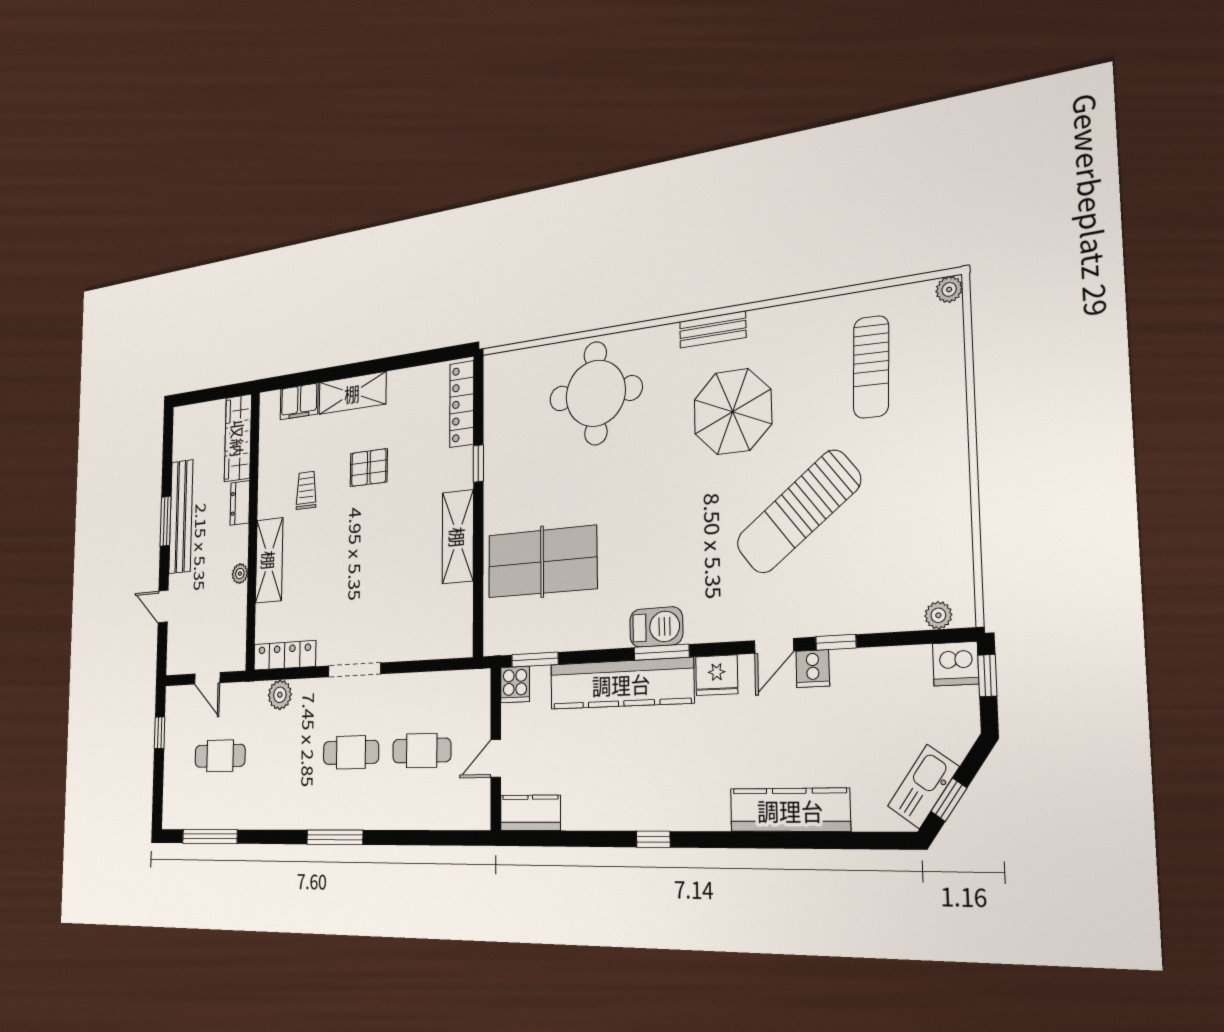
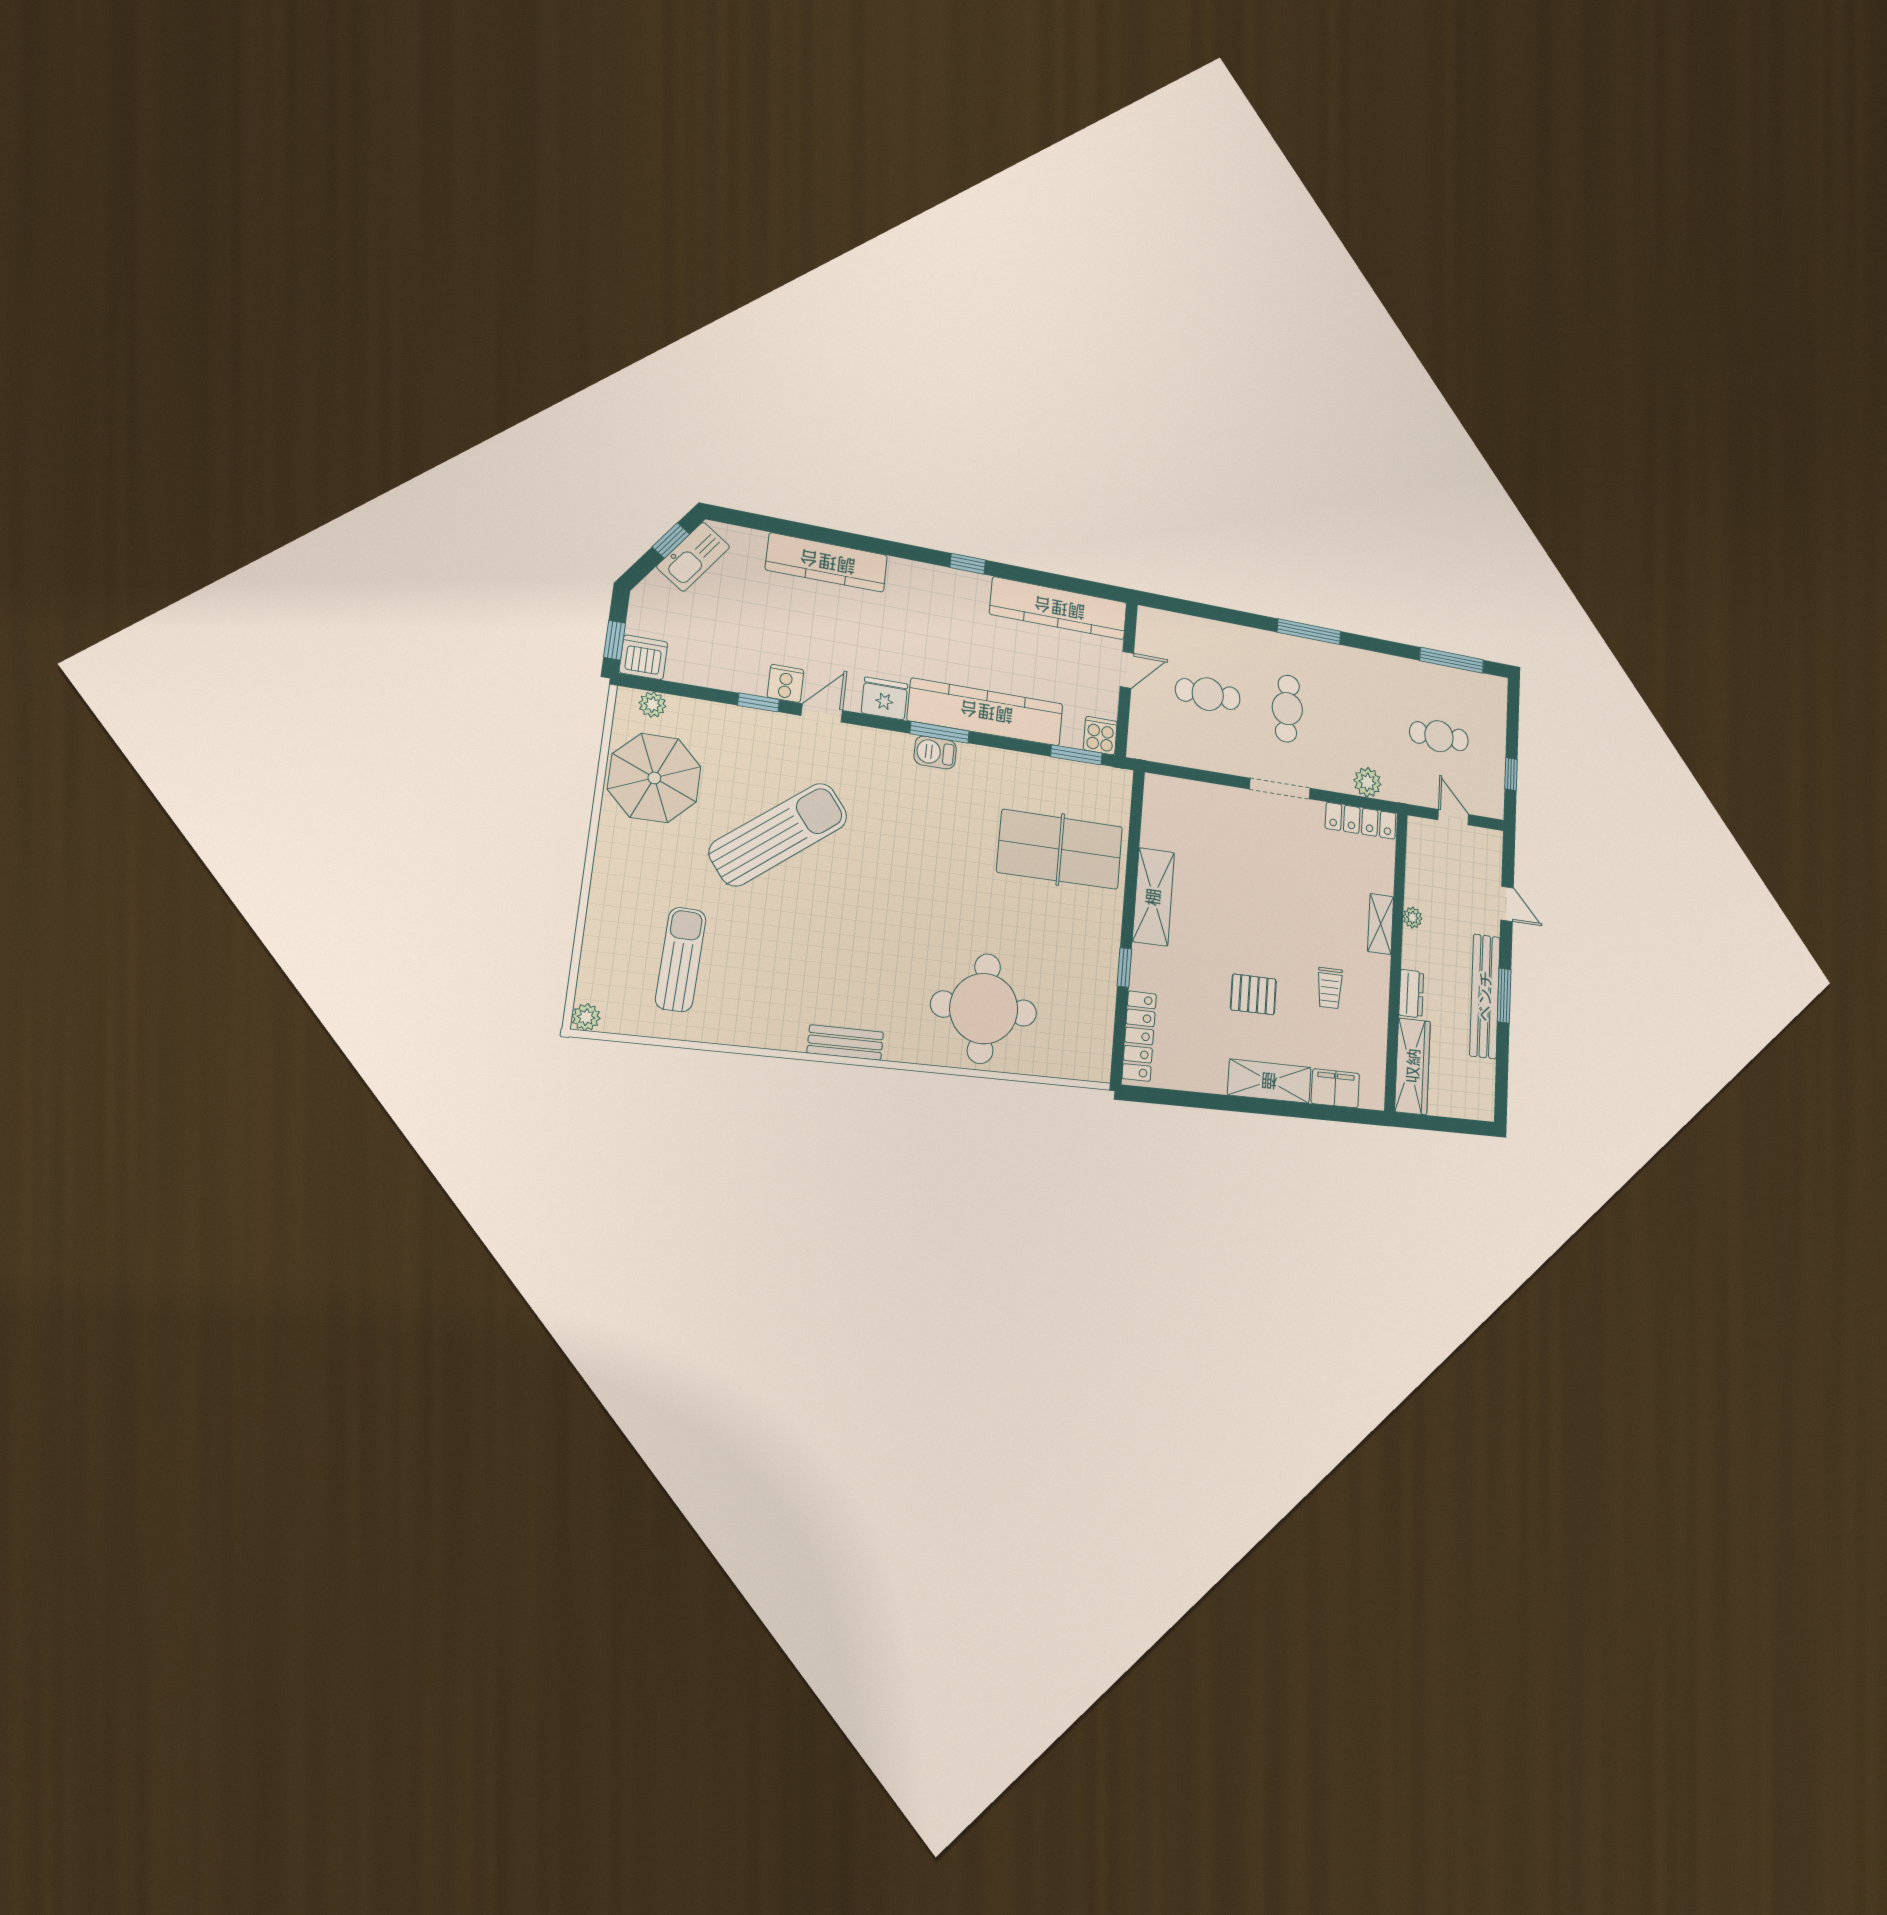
parasol: (733, 412) -> (654, 778), moved
shelving: (269, 560) -> (1381, 924), width x0.67, depth x0.75
barbecue: (656, 627) -> (935, 752), width x0.73, depth x0.79
cafe table: (351, 752) -> (1287, 709), turned 90
kitchen counter: (530, 813) -> (1059, 608), width x2.08, depth x1.17

